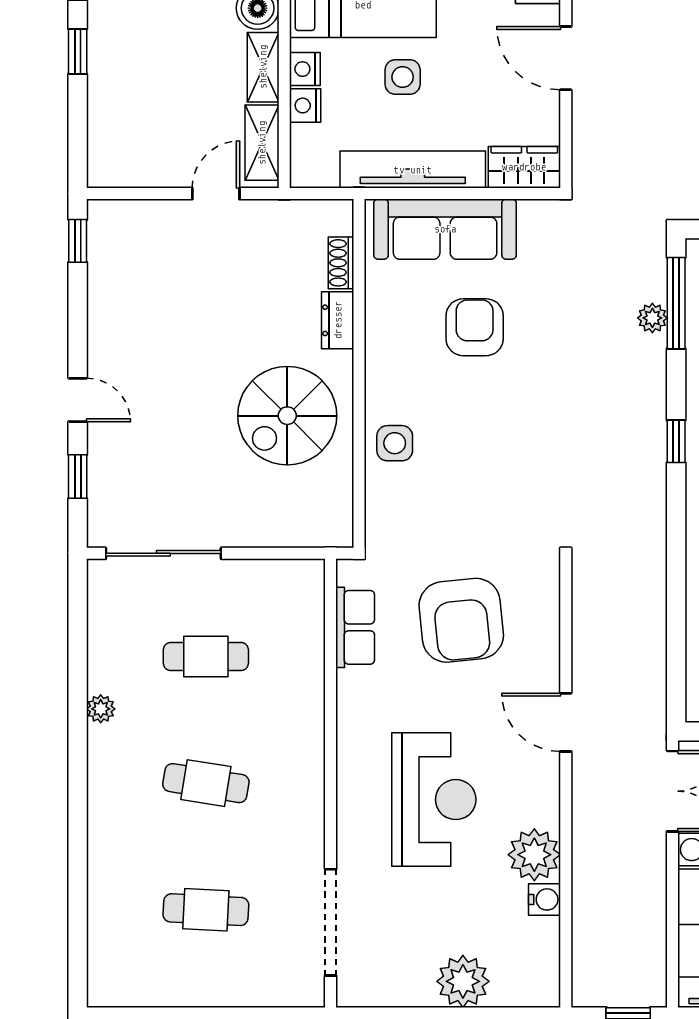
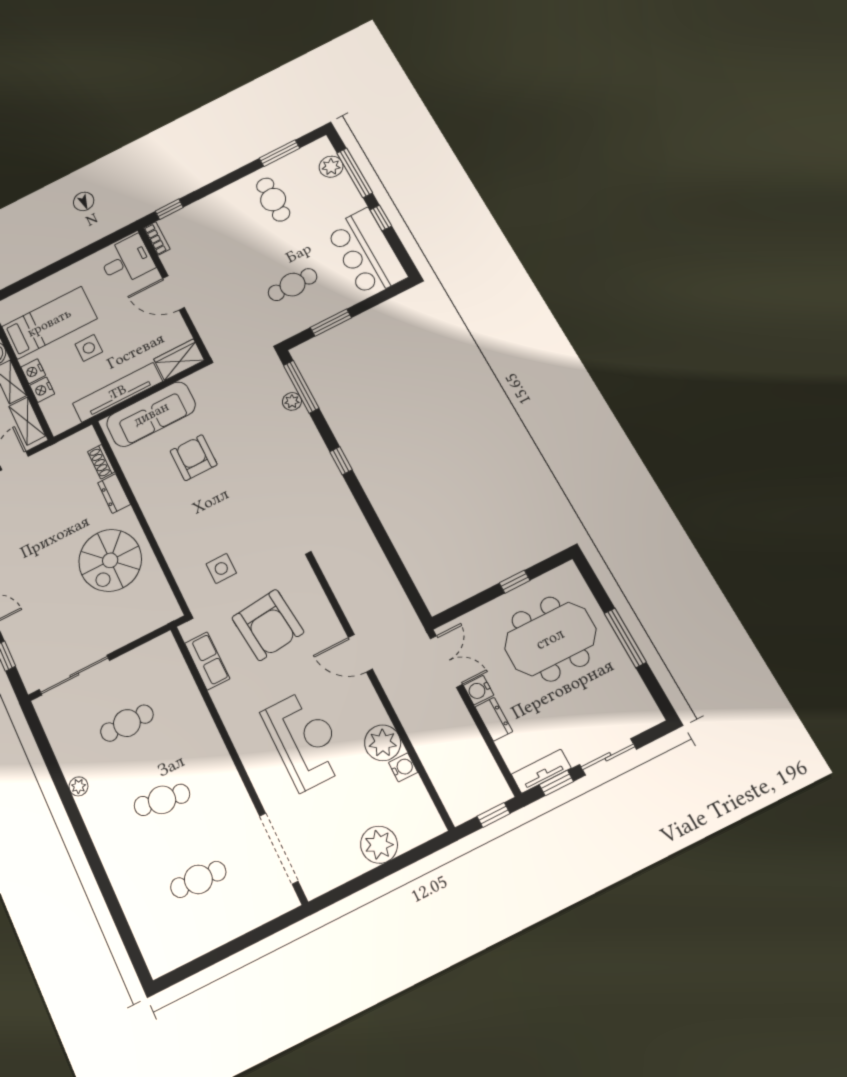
side table: (395, 443) -> (221, 568), moved

